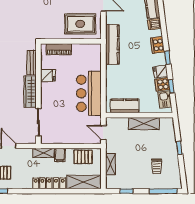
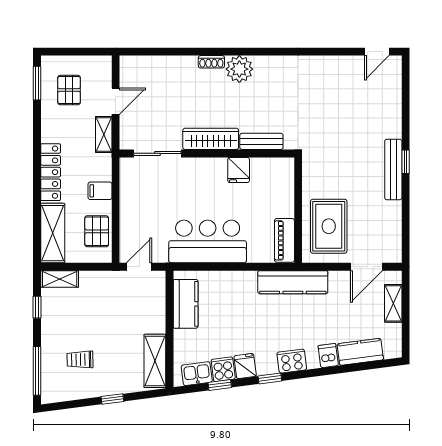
piano: (59, 49) -> (284, 240), moved
shelving: (144, 124) -> (155, 361), moved
shelving: (44, 153) -> (104, 134), moved
shelving: (110, 164) -> (60, 279), moved

